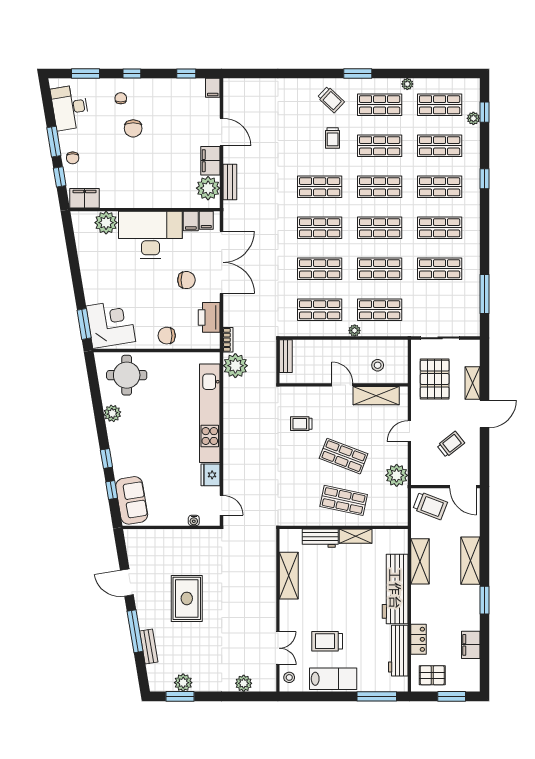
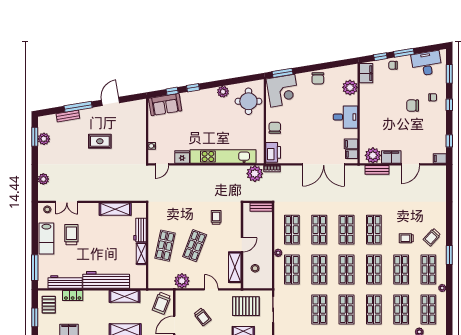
desk: (150, 235) -> (345, 117), width x0.53, depth x0.77
chair: (186, 280) -> (318, 78), moved
printer: (209, 317) -> (273, 152), moved, turned 90
rug: (187, 598) -> (100, 141), width x0.73, depth x0.70

